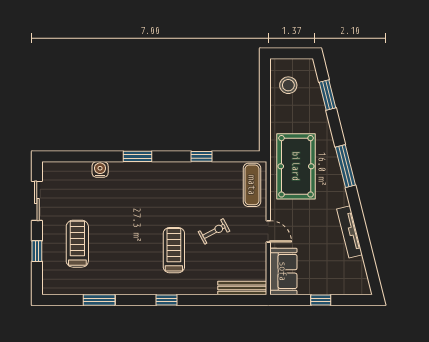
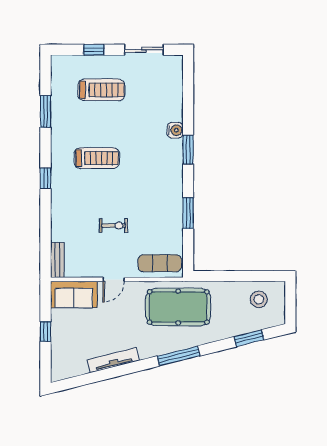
window: (201, 156) -> (188, 213), width x1.50
water cooler: (100, 169) -> (175, 130), moved
exercise bike: (214, 231) -> (114, 226), turned -62
treadmill: (174, 250) -> (97, 158), moved
bench: (242, 288) -> (57, 260), width x0.73

